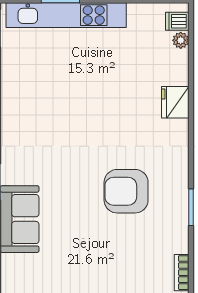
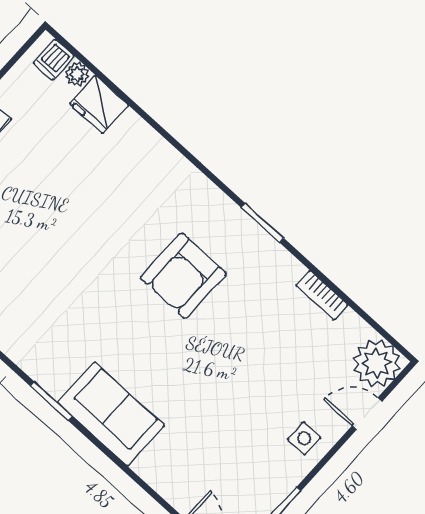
fridge: (175, 102) -> (99, 105), moved

